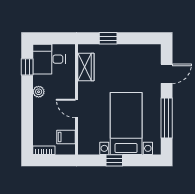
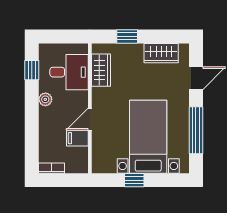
wardrobe: (137, 52) -> (161, 53), added
desk: (49, 59) -> (69, 72), moved, turned 180
door: (77, 108) -> (90, 119), hinge flipped
filing cabinet: (66, 137) -> (77, 138), moved

